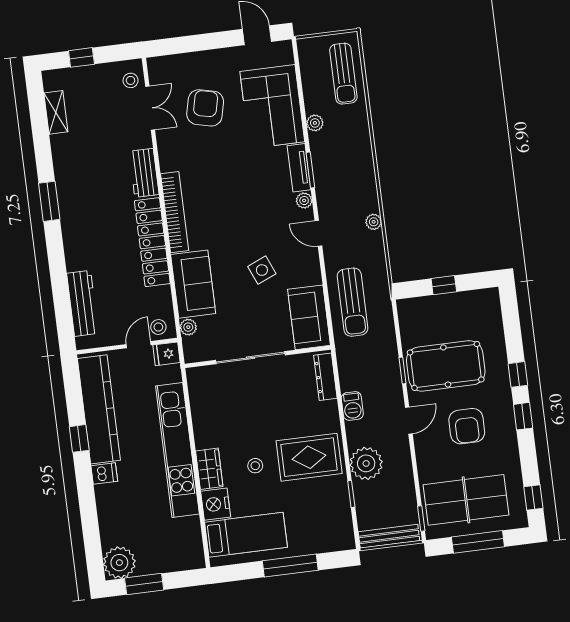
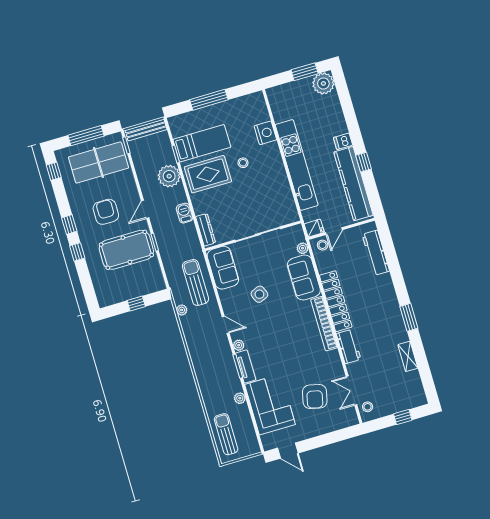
shelving: (56, 112) -> (408, 356), moved
plant: (374, 222) -> (182, 310), moved
wardrobe: (209, 469) -> (273, 156), removed
bed: (246, 535) -> (202, 143), moved, turned 180

